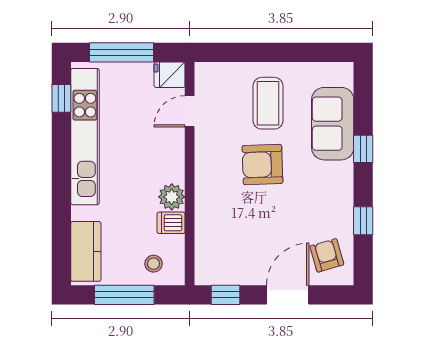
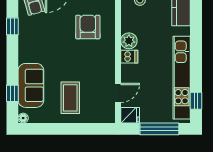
floor lamp: (346, 70) -> (23, 118), added
window: (363, 149) -> (12, 93), moved
armchair: (262, 165) -> (88, 27), moved, turned -88
dishwasher: (171, 223) -> (129, 57), moved

